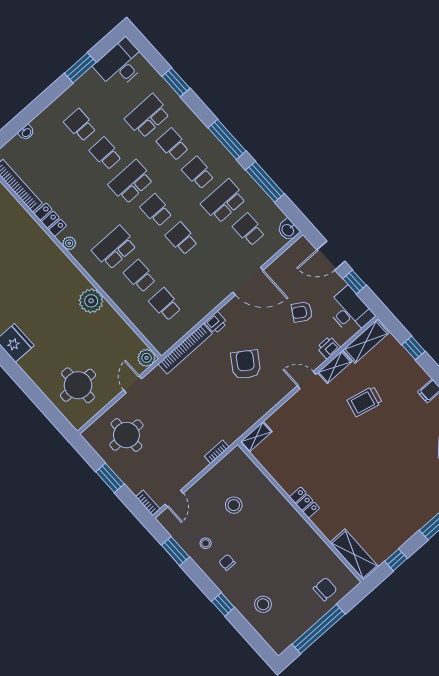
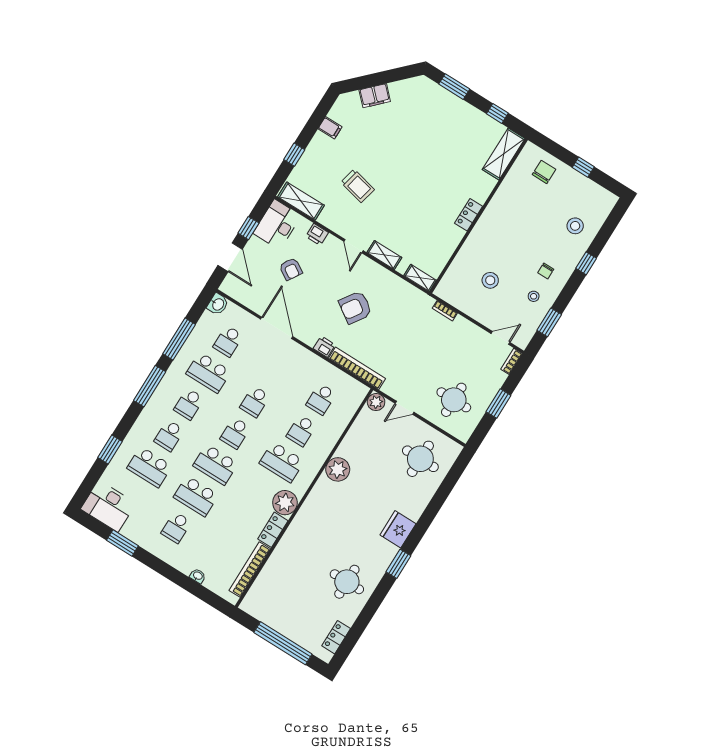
school desk: (106, 154) -> (196, 496), width x1.85
plant: (69, 243) -> (285, 503), width x1.88, depth x1.88
shelving: (335, 367) -> (384, 255), moved
chair: (325, 589) -> (544, 172), turned 90
window: (319, 629) -> (583, 167), width x0.32

